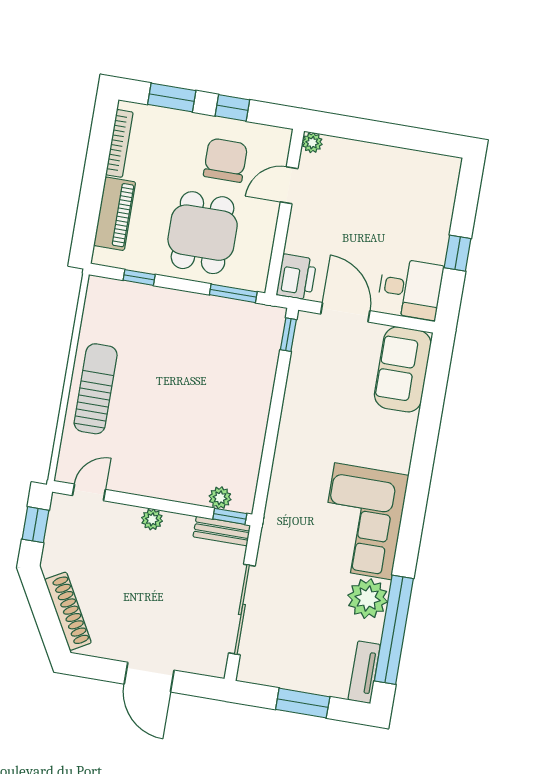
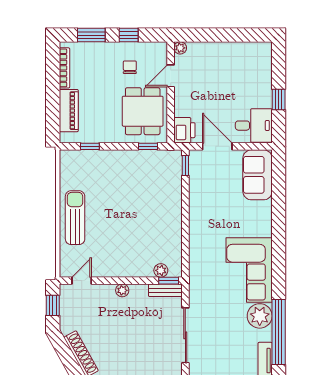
chair: (225, 160) -> (130, 67), width x0.54, depth x0.54
dining table: (203, 233) -> (143, 111), moved
window: (233, 293) -> (148, 146), width x0.67

